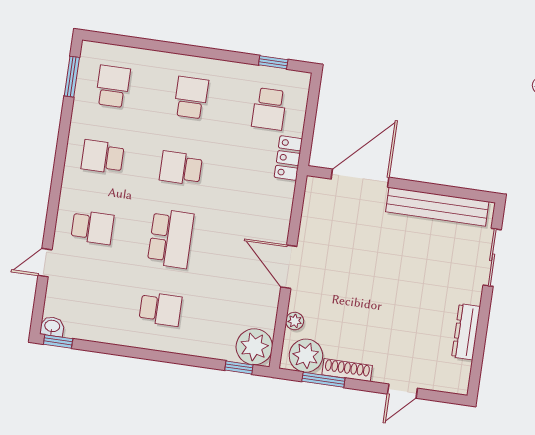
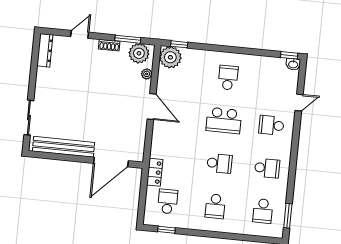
school desk: (171, 239) -> (224, 120), turned -90
school desk: (161, 309) -> (228, 78), turned 90
dresser: (466, 332) -> (45, 50), moved
shoe rack: (347, 370) -> (109, 45), width x0.70

